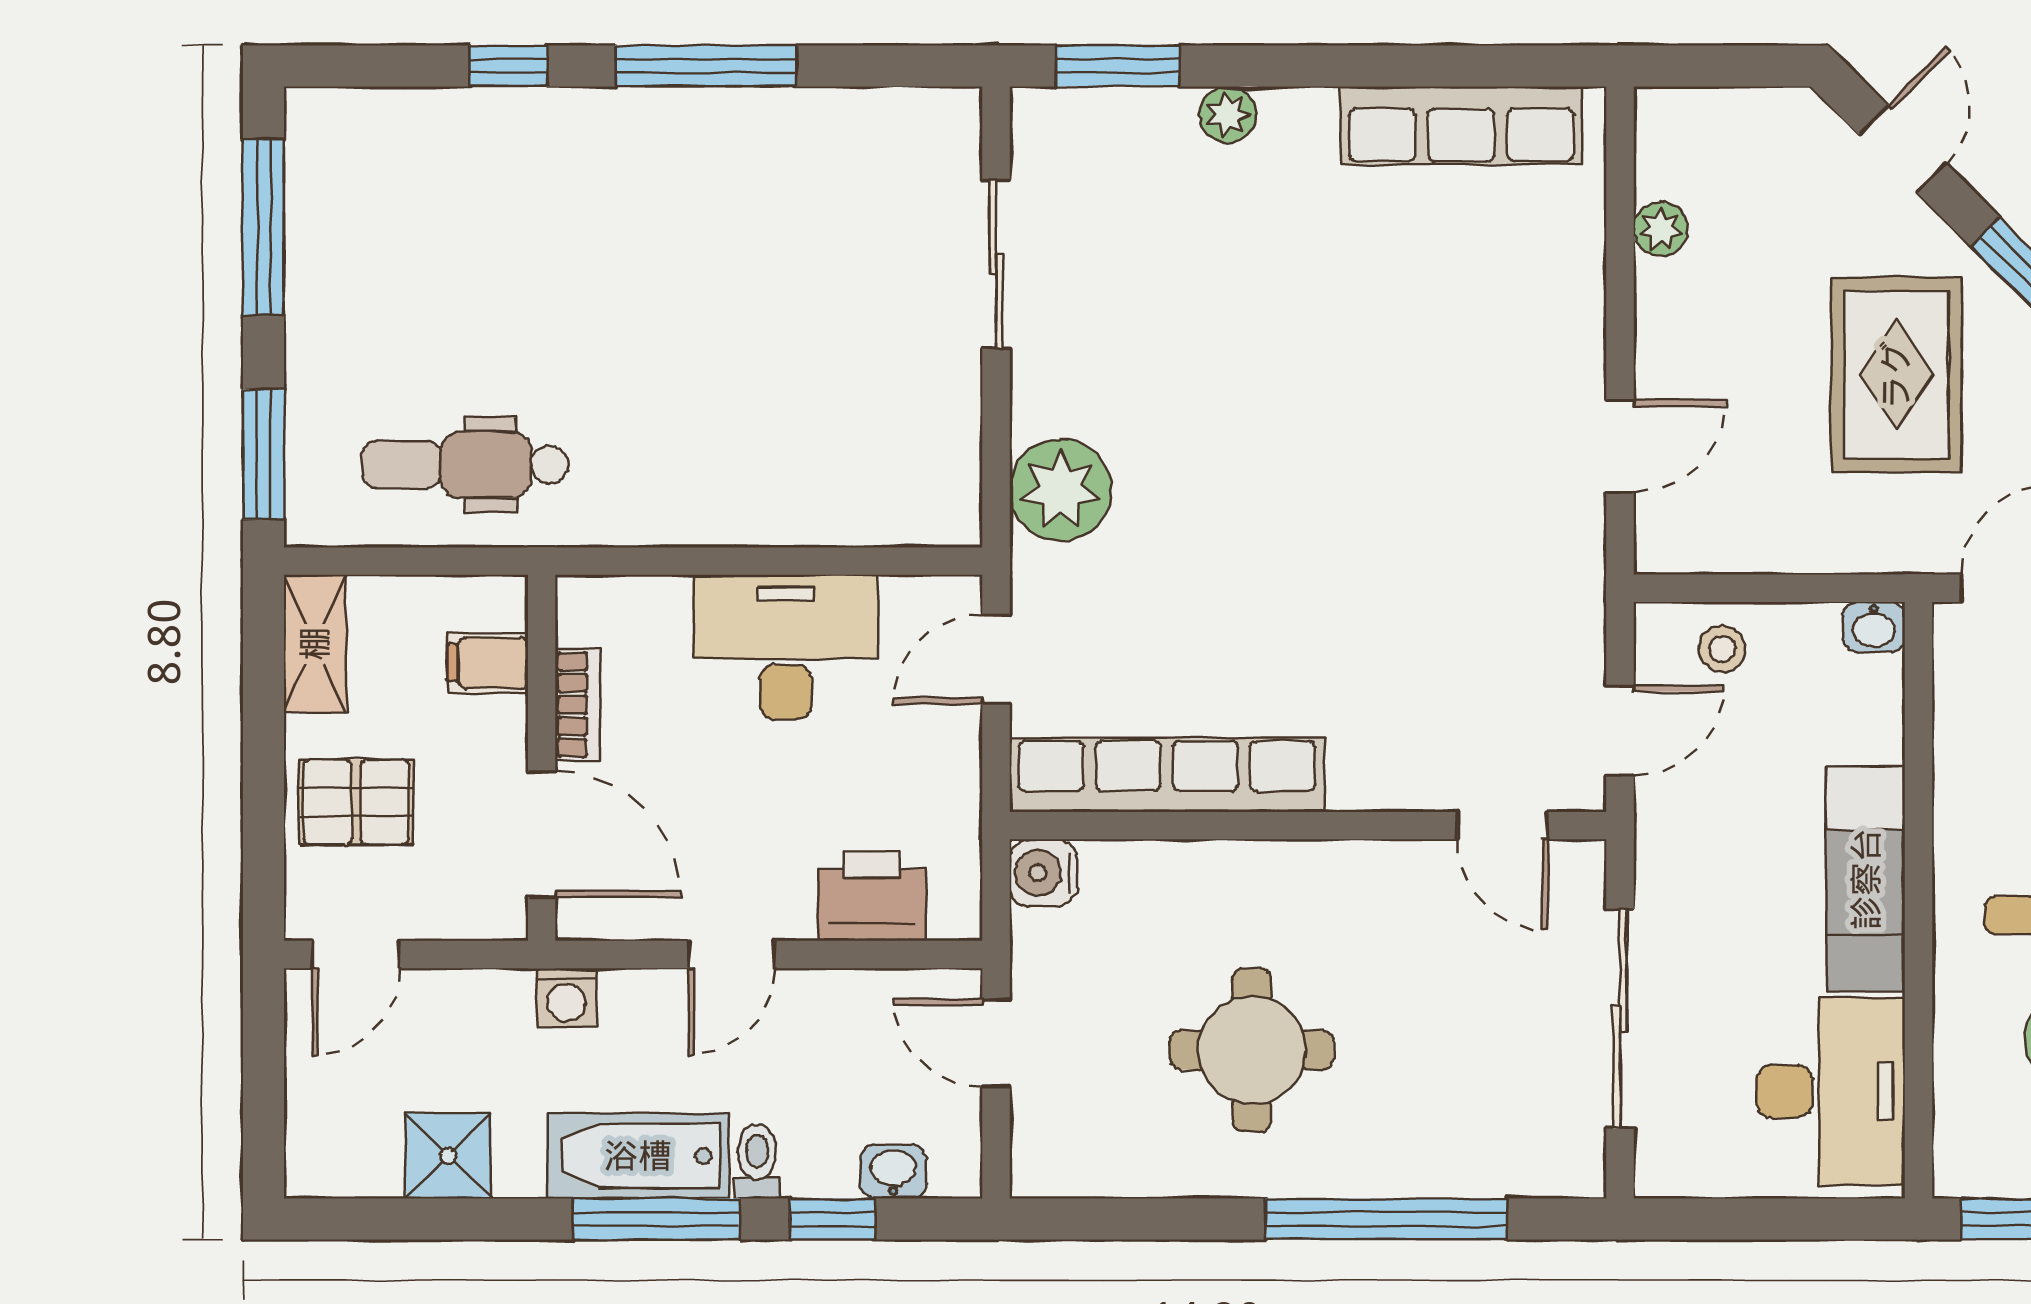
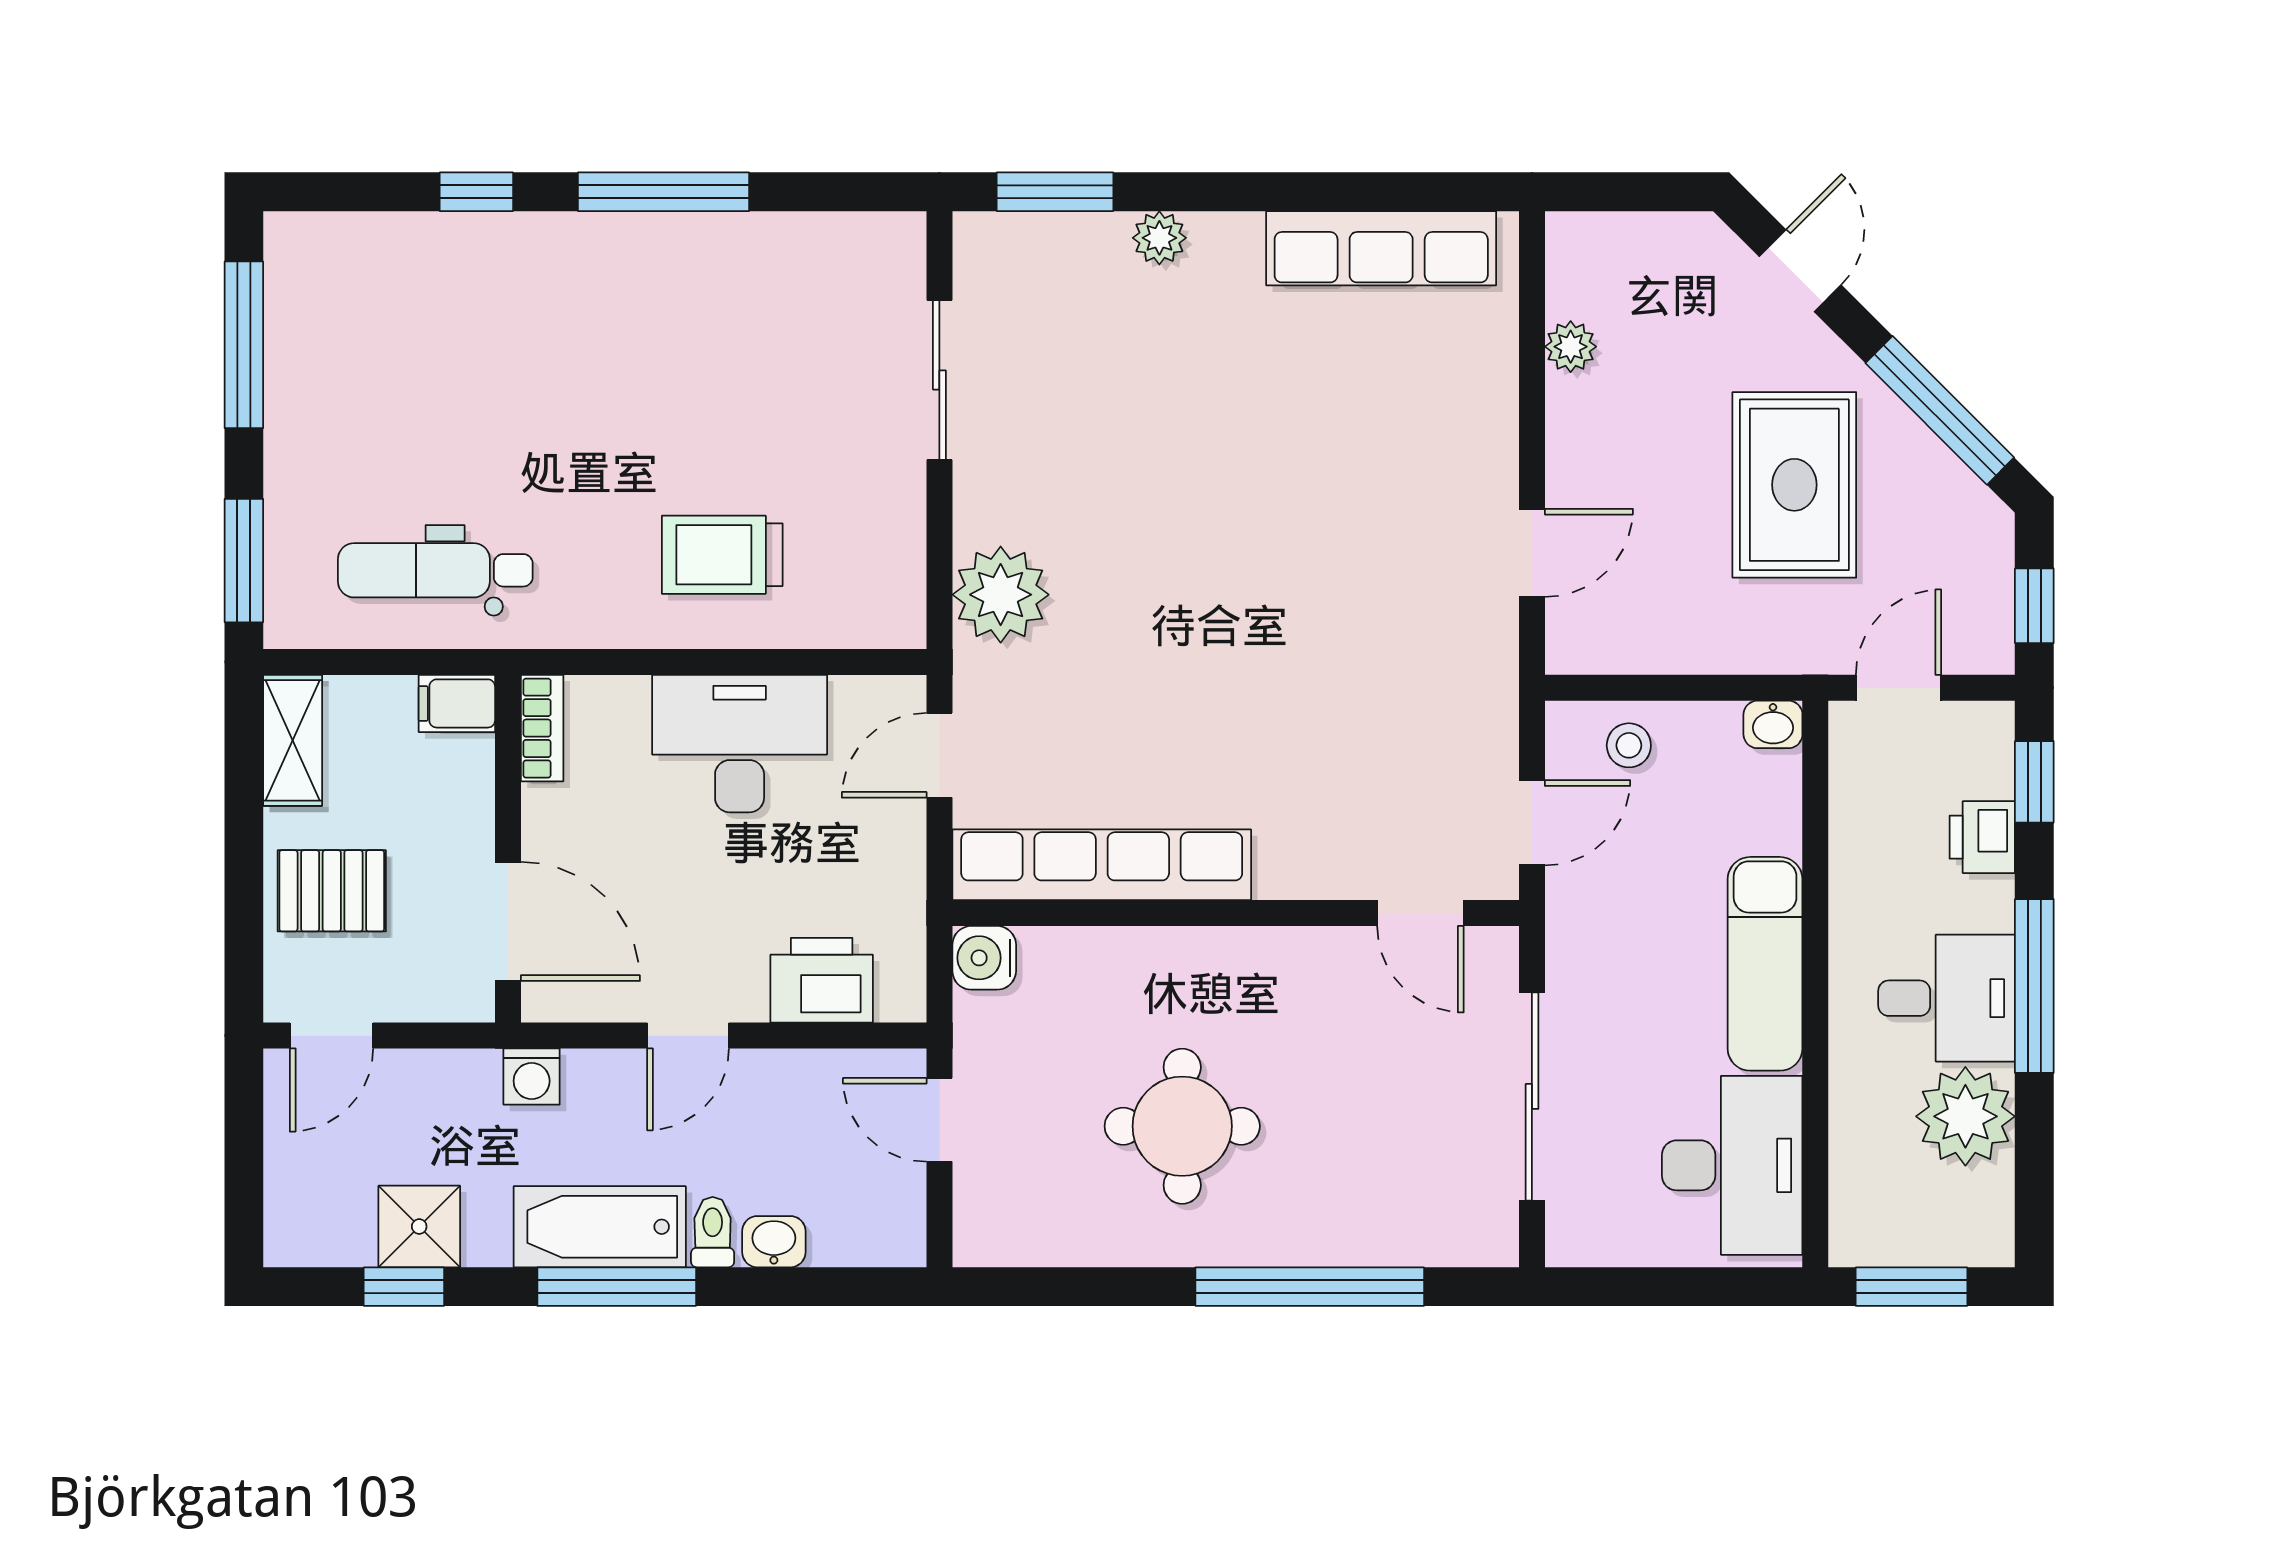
trolley: (767, 448) -> (722, 555), added
filing cabinet: (488, 663) -> (457, 703), moved
bookcase: (578, 705) -> (542, 728), moved
washbasin: (893, 1172) -> (774, 1242), moved
window: (832, 1219) -> (404, 1287), moved

